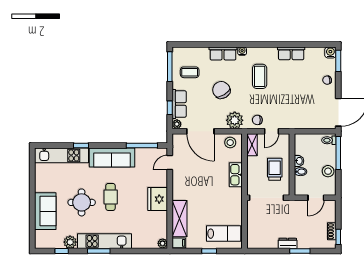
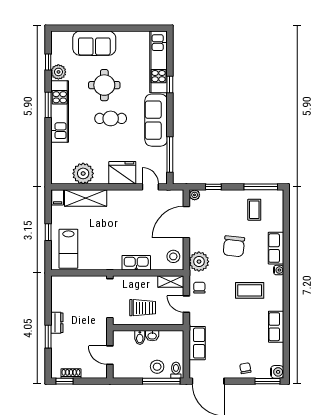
chair: (221, 90) -> (234, 246), turned 127
row of seats: (179, 104) -> (197, 343), moved, turned -90
stool: (328, 171) -> (157, 367), moved
fridge: (158, 199) -> (122, 173), moved
plant: (163, 243) -> (83, 173), moved, width x1.88, depth x1.88

